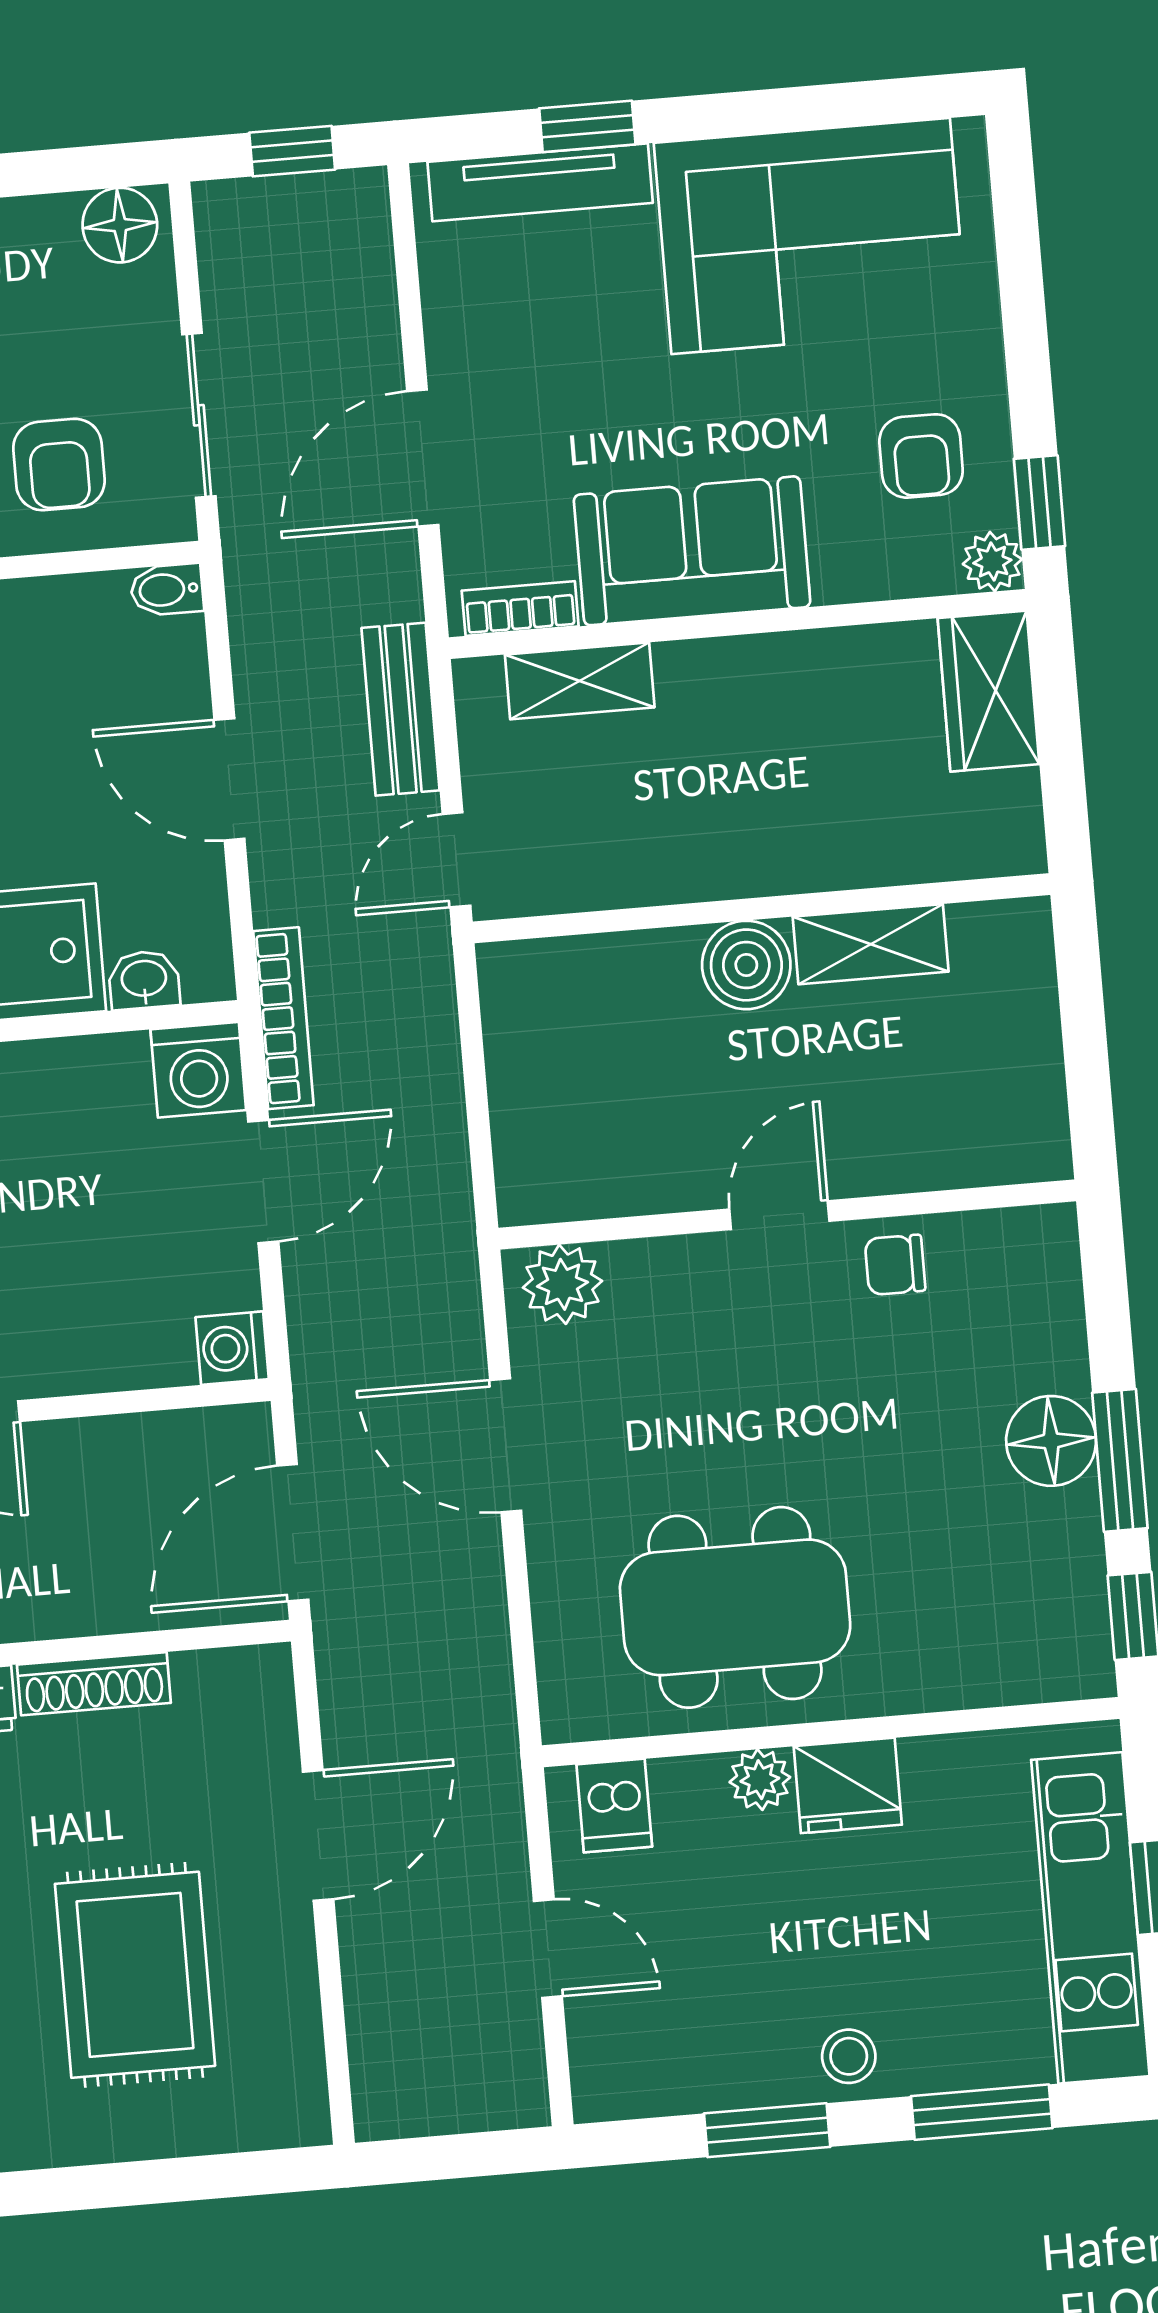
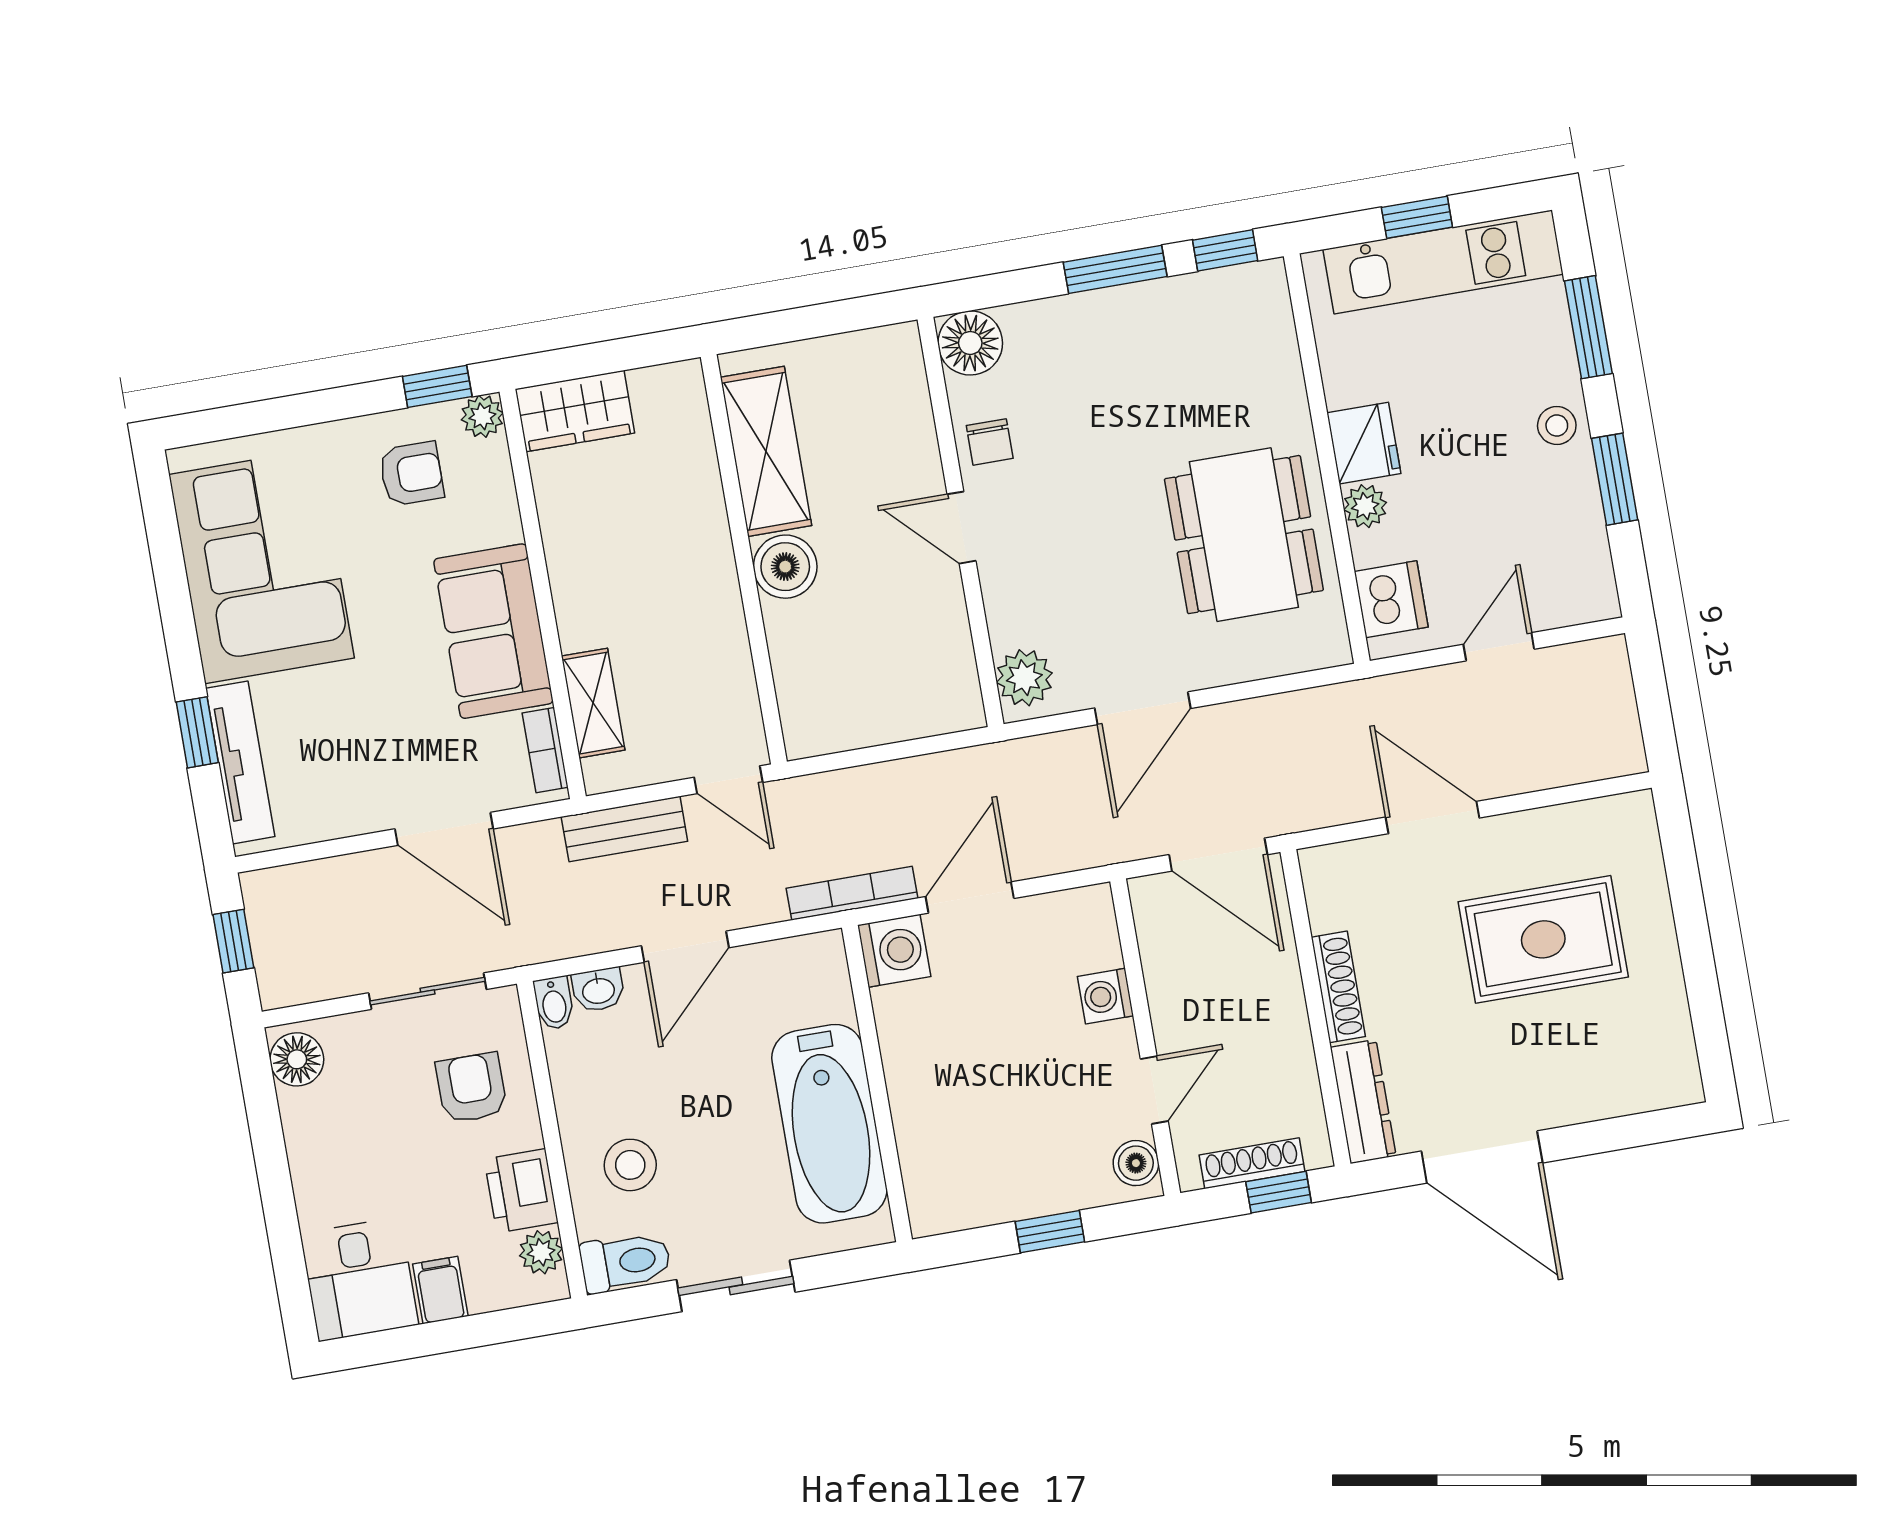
armchair: (59, 465) -> (471, 1088), turned -90
shelving: (871, 944) -> (766, 451), width x1.50, depth x1.33
washbasin: (144, 980) -> (598, 990), moved, turned -90
door: (263, 1182) -> (970, 897), hinge flipped
washing machine: (232, 1348) -> (1105, 996), moved, turned 90
floor lamp: (1051, 1441) -> (970, 343), moved
dishwasher: (614, 1806) -> (1391, 599), width x1.38

